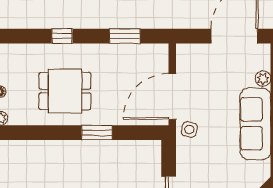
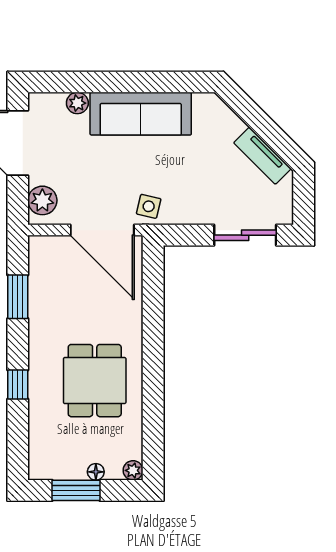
plant: (193, 54) -> (42, 200), added
window: (97, 133) -> (153, 336), removed

